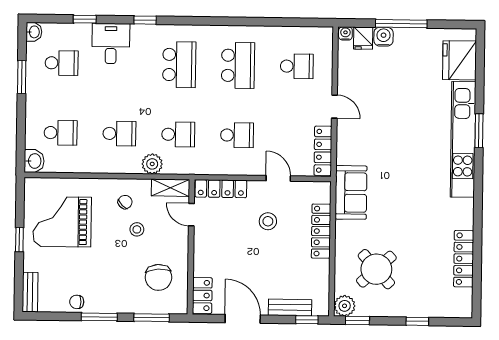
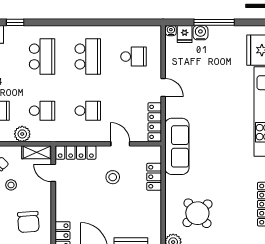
sofa: (351, 192) -> (177, 146), width x1.36
locker: (321, 231) -> (154, 177), width x0.66

